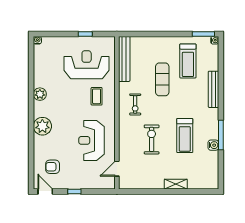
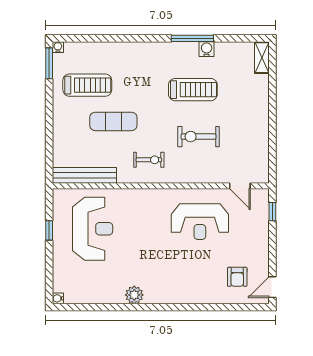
reception desk: (87, 65) -> (93, 229), turned 180
bench: (213, 89) -> (127, 49), removed
coffee table: (97, 96) -> (137, 215), removed
plant: (42, 126) -> (180, 291), removed
shelving: (176, 184) -> (262, 58), moved
window: (74, 192) -> (272, 212), moved

